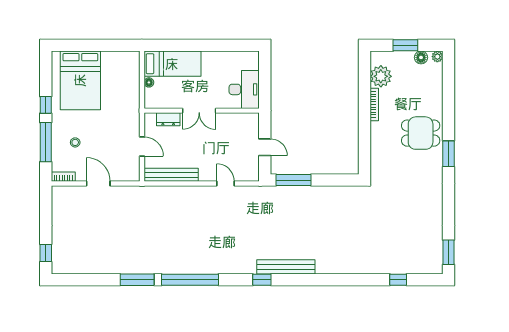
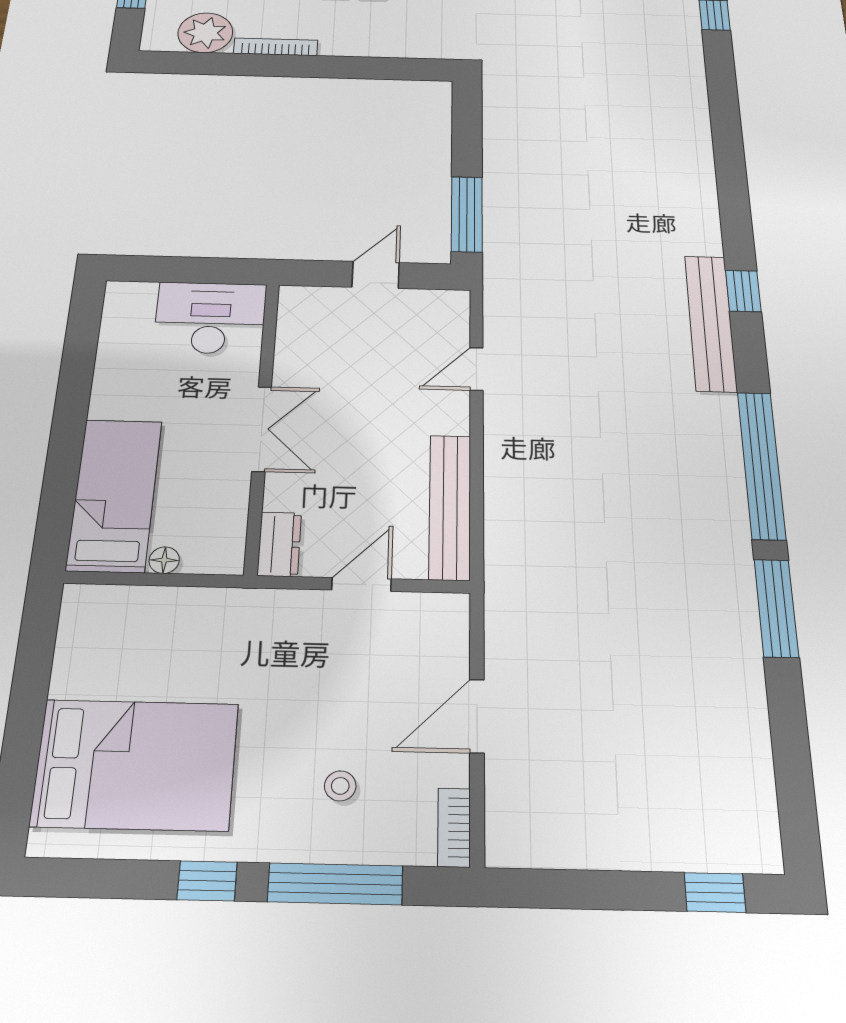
dresser: (168, 119) -> (279, 544), moved
bench: (286, 267) -> (711, 323), moved

